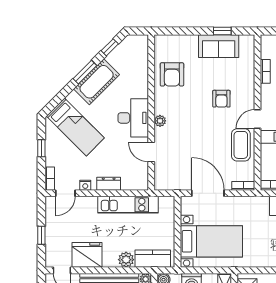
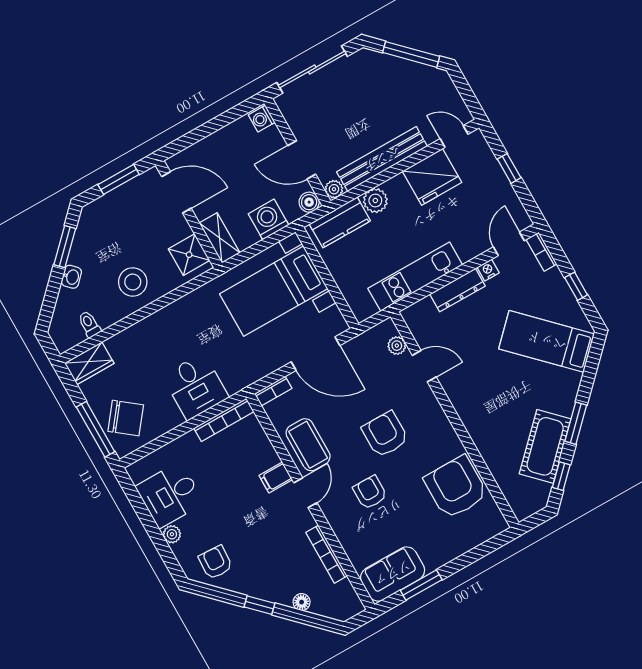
window: (222, 31) -> (421, 585), width x1.50
sofa: (219, 46) -> (393, 574), moved
bookcase: (265, 71) -> (326, 554), width x1.56
armchair: (172, 74) -> (456, 487), width x1.36, depth x1.36
cot: (97, 82) -> (545, 446), moved
desk: (133, 118) -> (475, 398), removed
plant: (160, 121) -> (397, 346), moved
armchair: (195, 126) -> (385, 434), added
dresser: (109, 184) -> (457, 290), width x1.44

